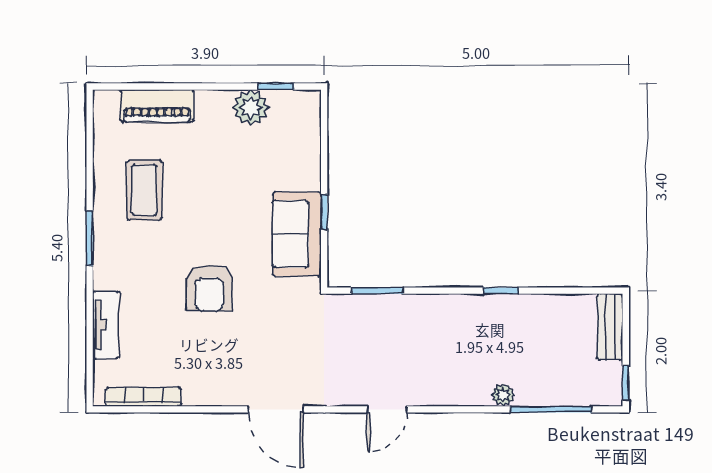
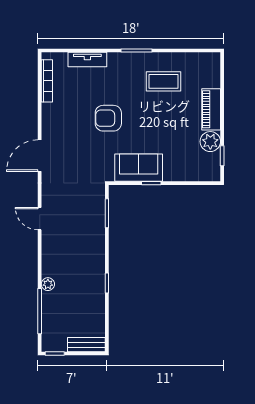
piano: (157, 106) -> (211, 109), moved

